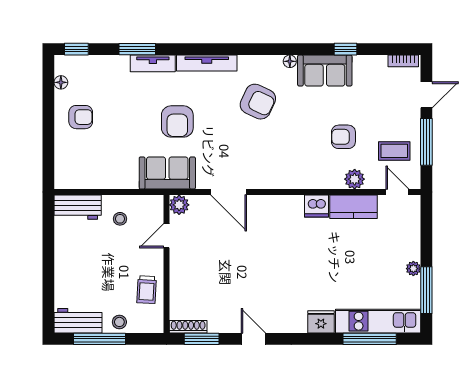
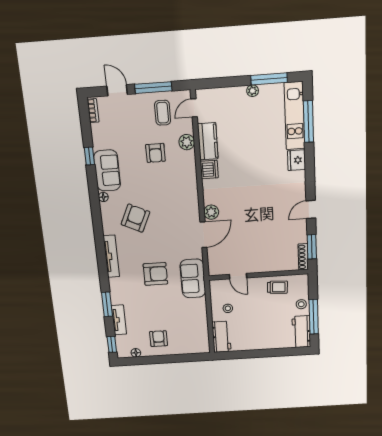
tv unit: (153, 63) -> (119, 320), moved
plant: (179, 205) -> (211, 212), moved

